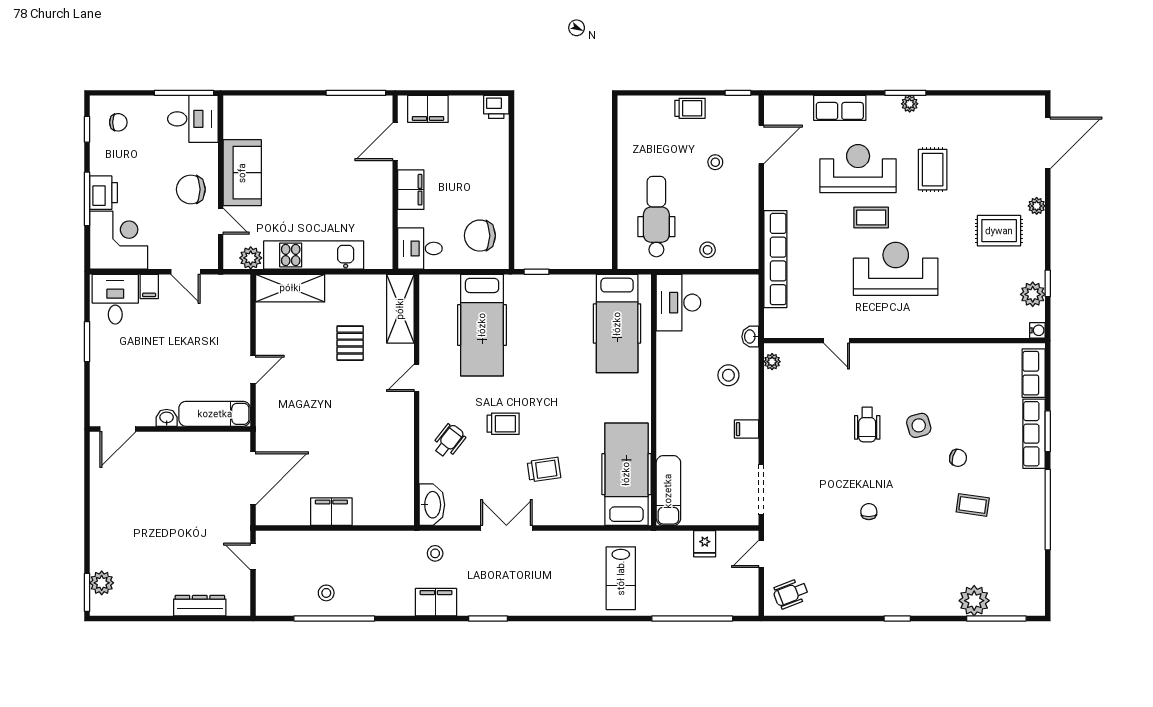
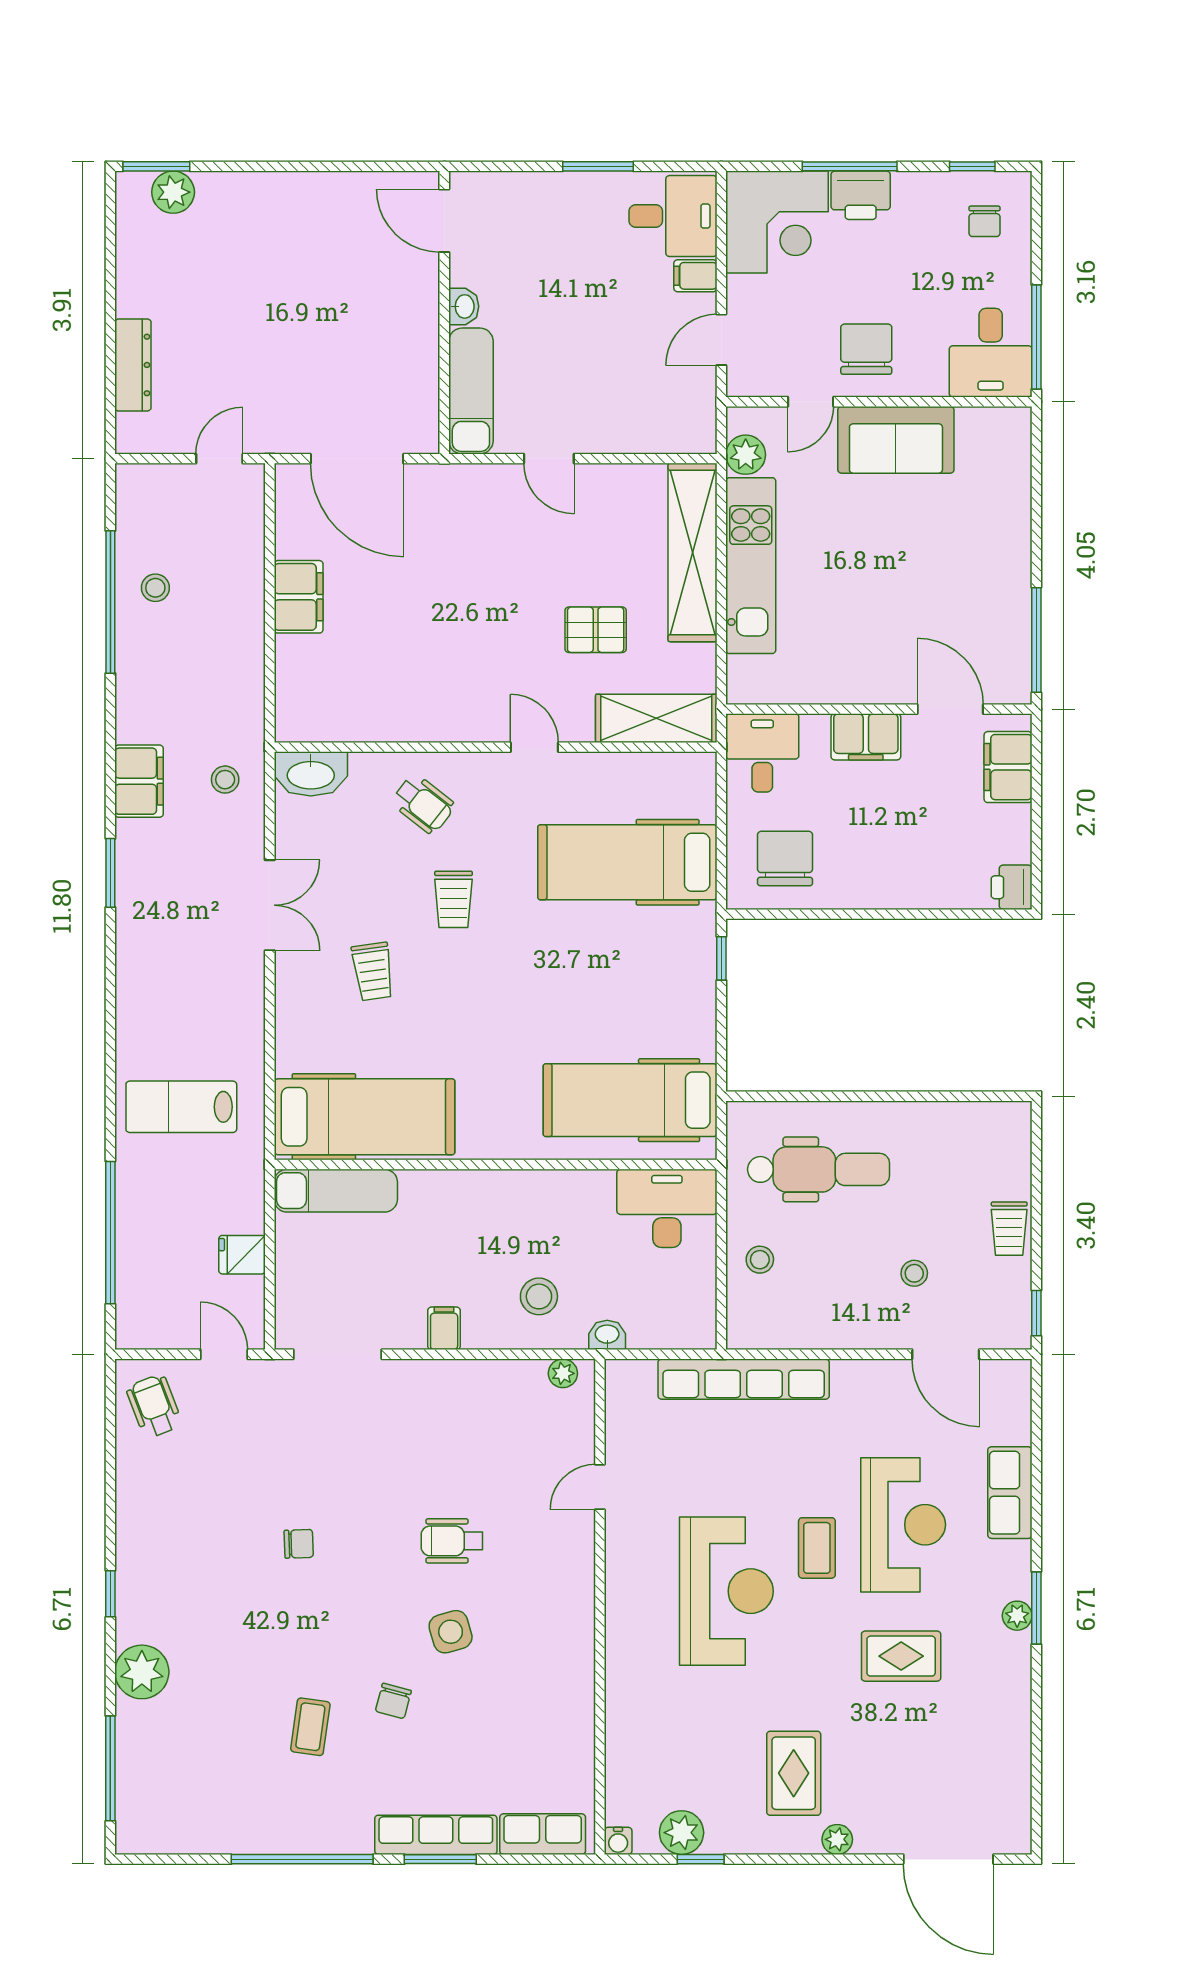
shelving: (290, 288) -> (692, 553), width x1.47
plant: (974, 601) -> (142, 1672), moved

